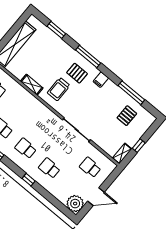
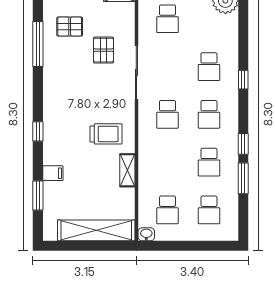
window: (88, 56) -> (38, 131), width x0.46
pallet: (77, 73) -> (103, 50), moved
filing cabinet: (101, 80) -> (53, 173), moved
school desk: (43, 128) -> (167, 114), added

